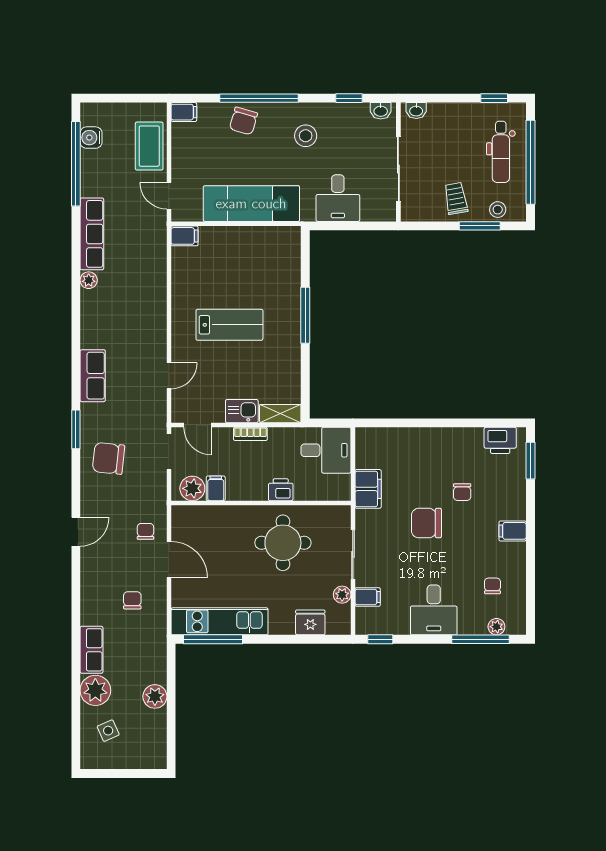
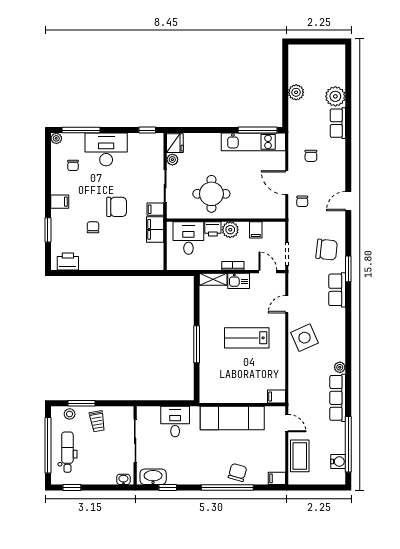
washbasin: (381, 111) -> (153, 477), width x1.91, depth x1.45
stool: (306, 136) -> (196, 463), removed
row of seats: (93, 376) -> (337, 290), moved
desk: (326, 450) -> (188, 238), moved, turned 90
window: (530, 461) -> (48, 230), moved
plant: (192, 488) -> (230, 230), moved
filing cabinet: (368, 597) -> (155, 209), moved
desk: (434, 610) -> (106, 149), width x1.37
fridge: (310, 622) -> (175, 143), moved, turned -90
plant: (496, 627) -> (56, 138), moved
side table: (108, 731) -> (305, 338), moved, width x1.87, depth x1.87

